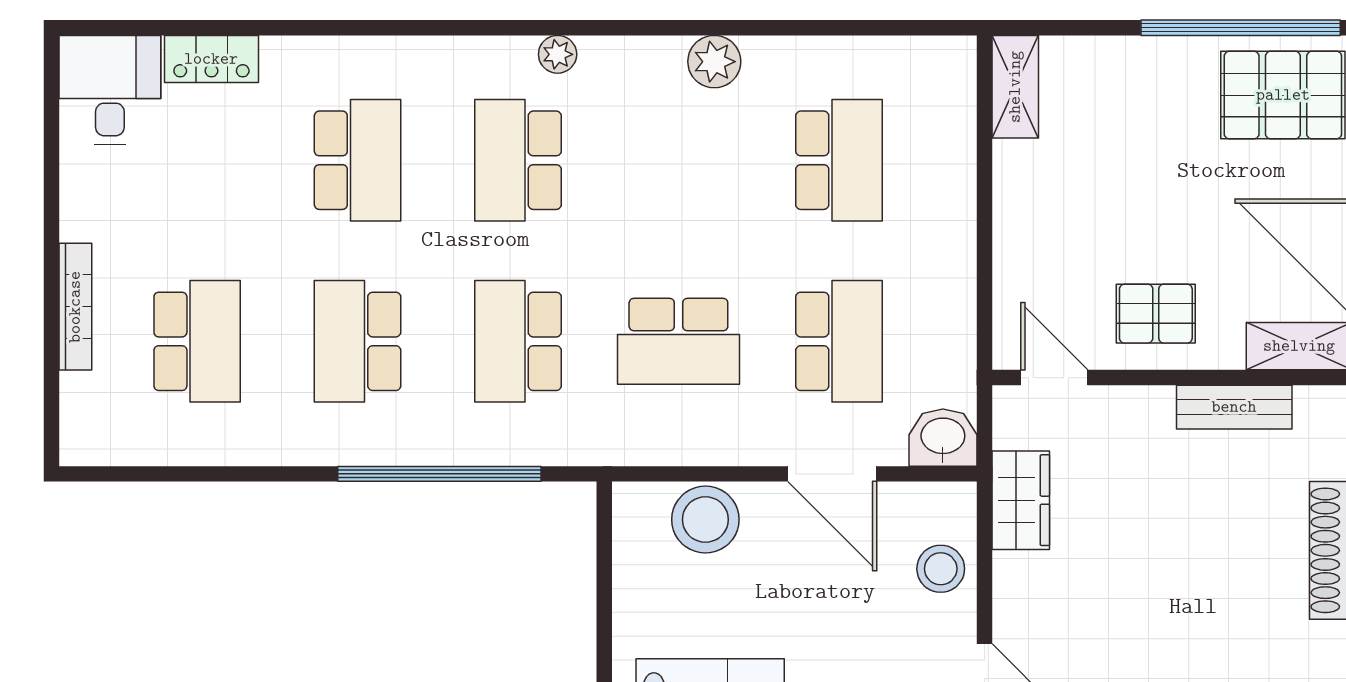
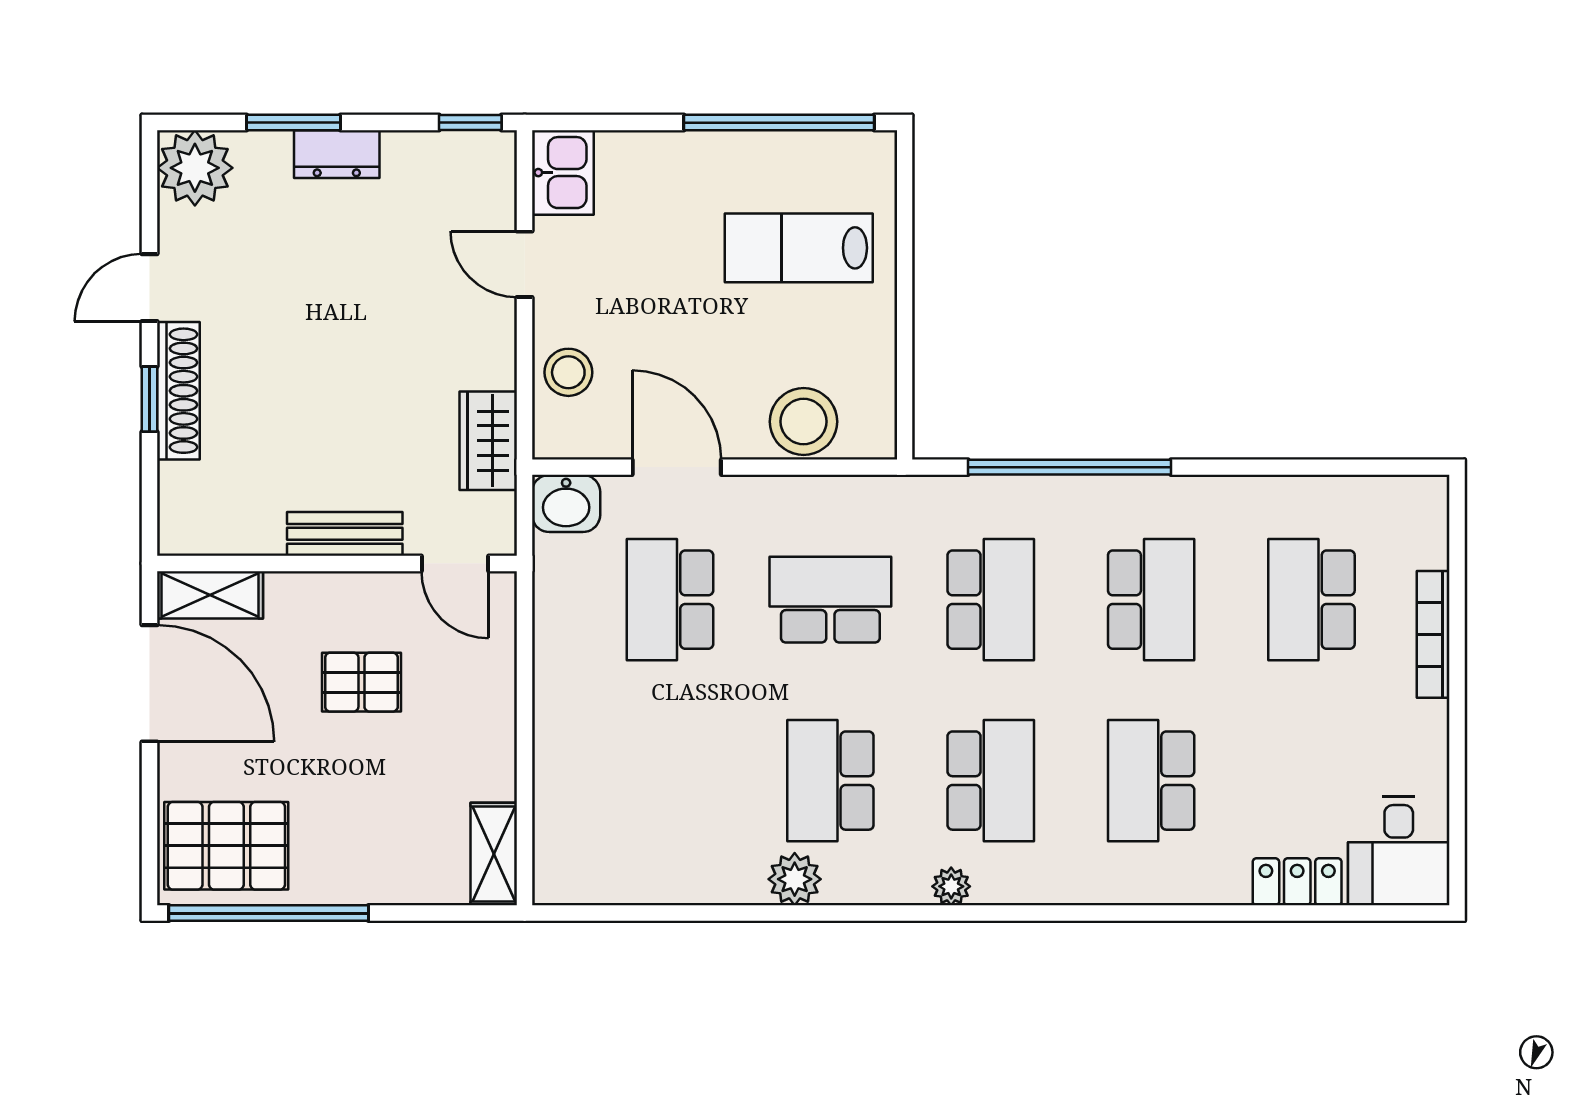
school desk: (839, 160) -> (830, 781), moved
pallet: (1156, 314) -> (361, 682), moved
bench: (1234, 407) -> (345, 534), moved

